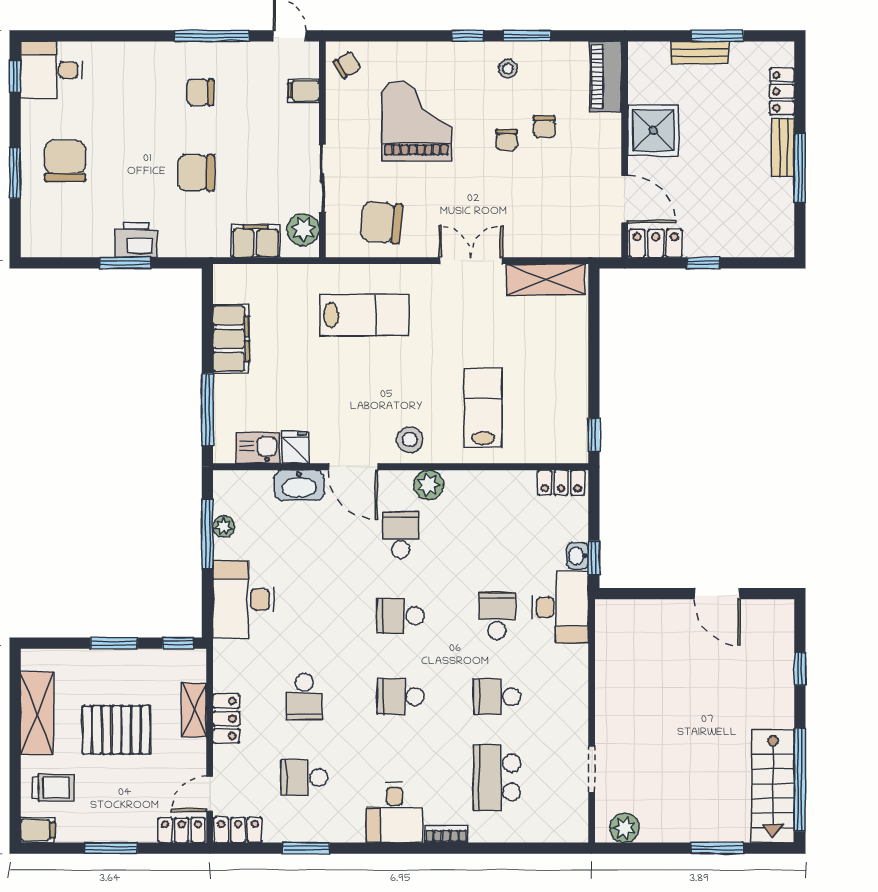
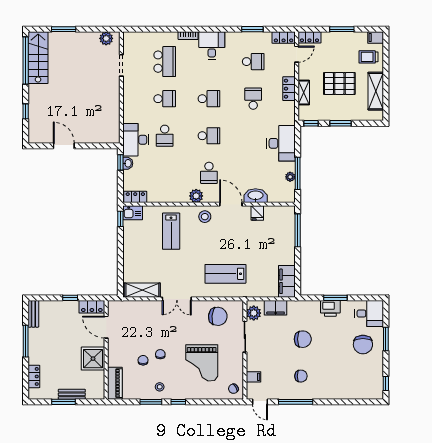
desk: (52, 70) -> (369, 313), moved
bench: (783, 147) -> (33, 314), moved
filing cabinet: (231, 339) -> (287, 281), moved
kitchen sink: (258, 448) -> (133, 213), moved

